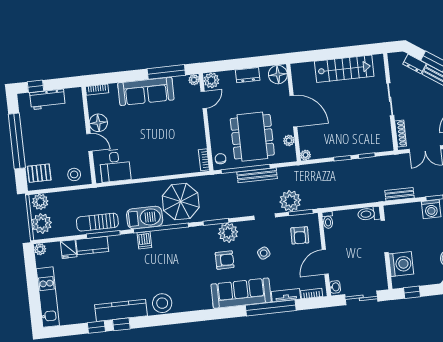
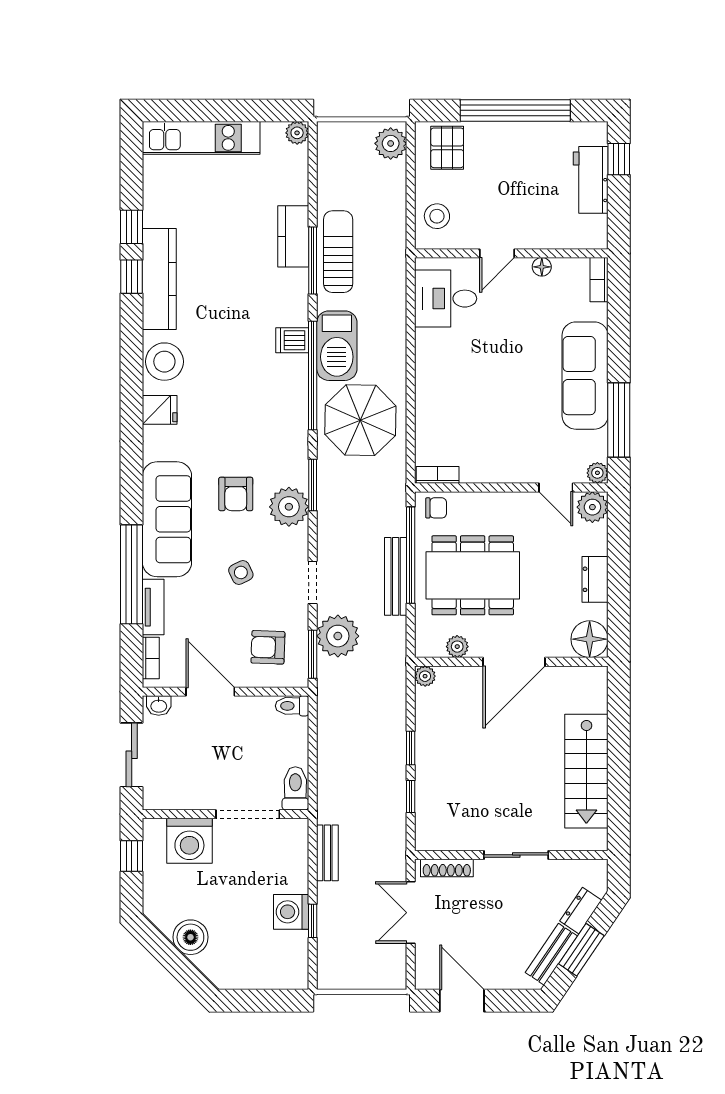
floor lamp: (98, 123) -> (542, 267), width x0.53, depth x0.53
plant: (42, 223) -> (348, 141), removed
fridge: (69, 249) -> (160, 410), moved, turned 180

